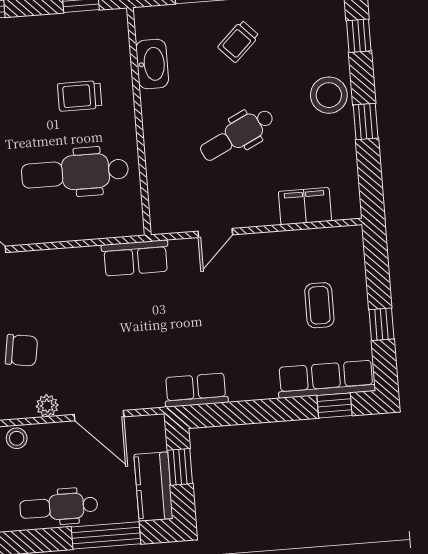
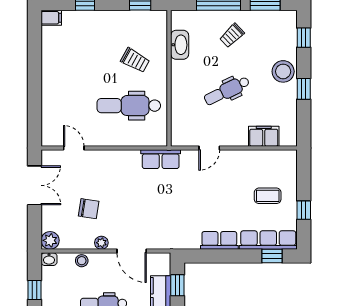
trolley: (80, 96) -> (135, 60), turned -151
coffee table: (319, 305) -> (268, 196), turned 90
row of seats: (196, 390) -> (219, 240), moved

